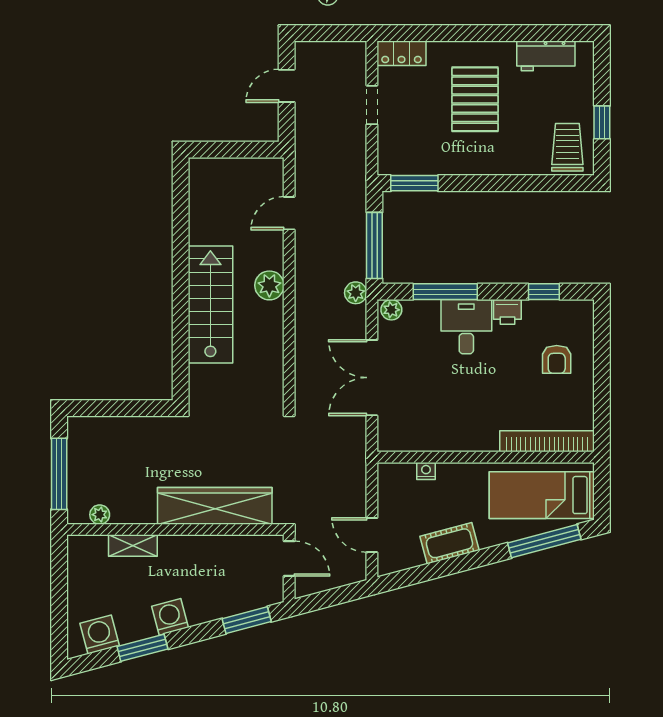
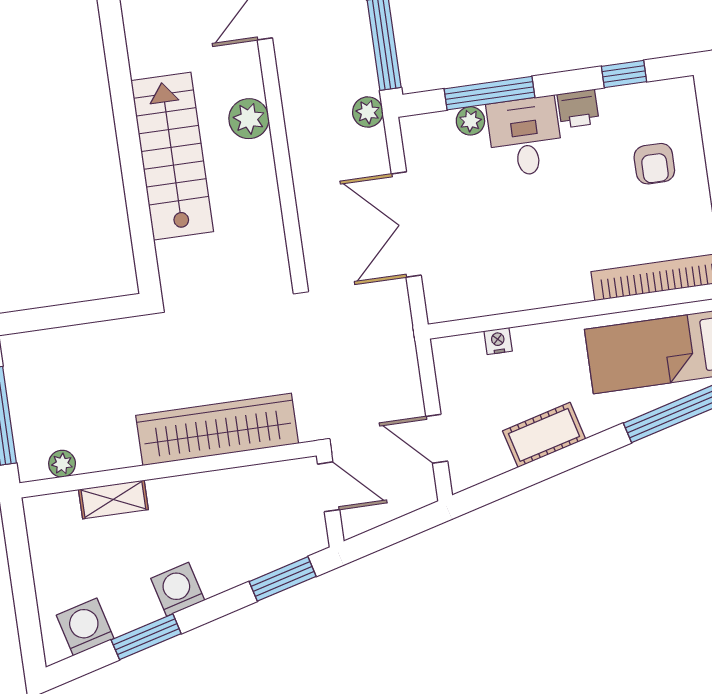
plant: (391, 310) -> (470, 121), moved

